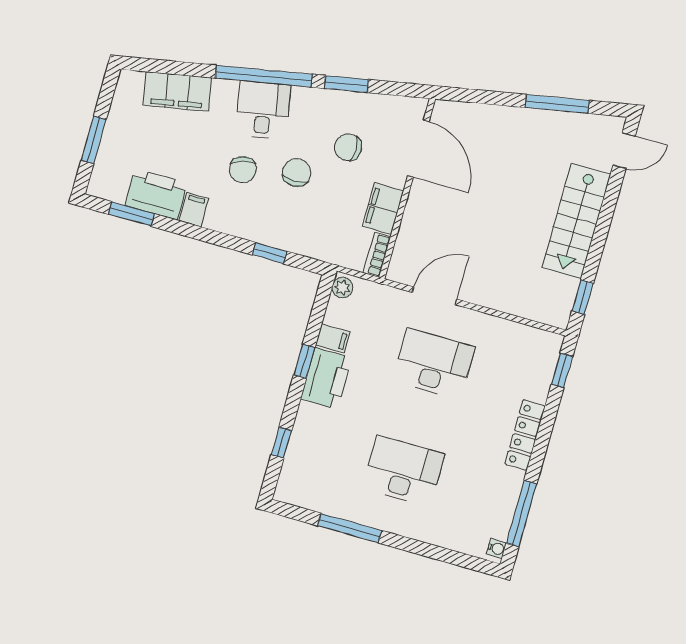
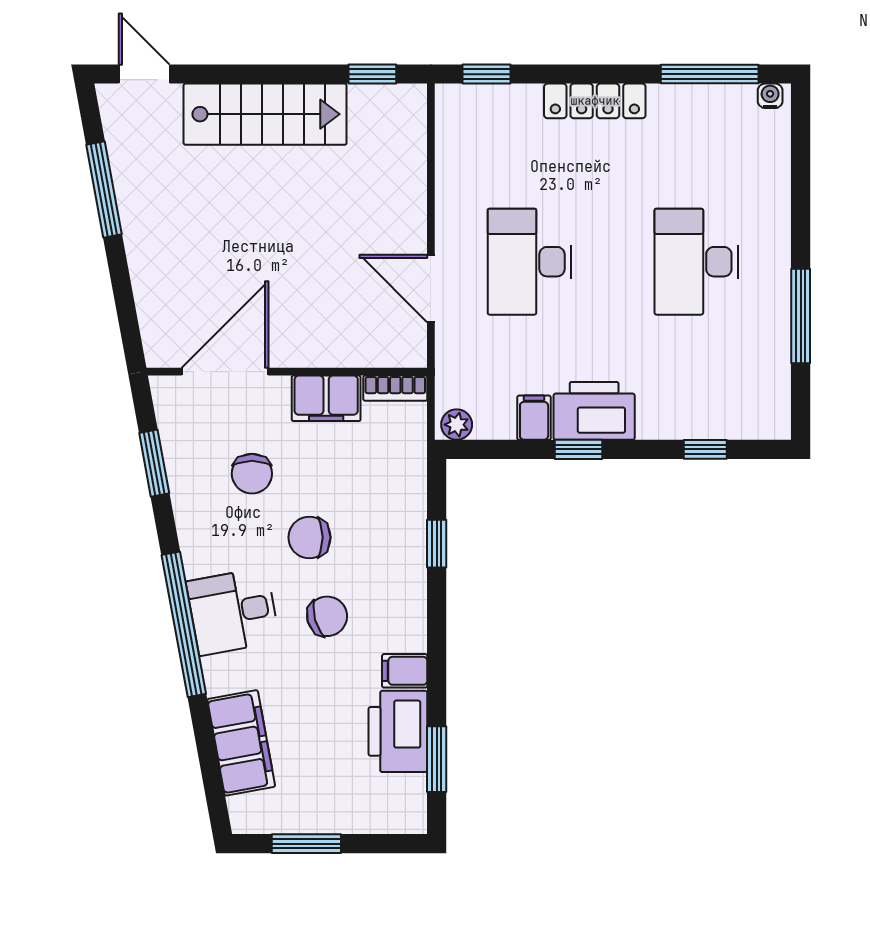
window: (346, 84) -> (154, 463), moved
window: (94, 140) -> (306, 844), moved

